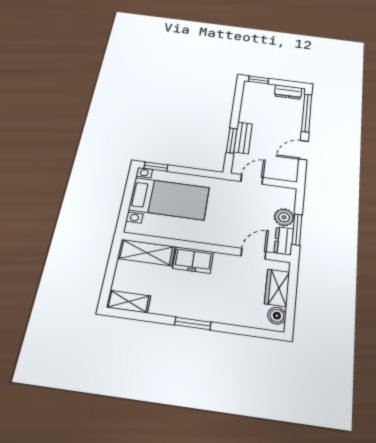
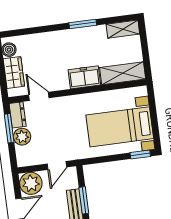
plant: (285, 170) -> (31, 183), added
door: (254, 254) -> (39, 96), swing flipped
window: (193, 323) -> (83, 24), moved

